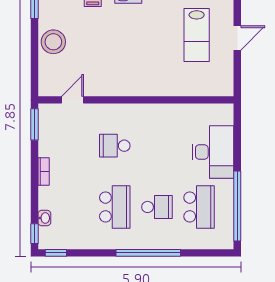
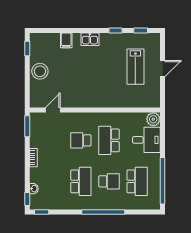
plant: (223, 114) -> (153, 119), added
school desk: (157, 146) -> (109, 140), added
desk: (213, 152) -> (146, 140), width x0.73

